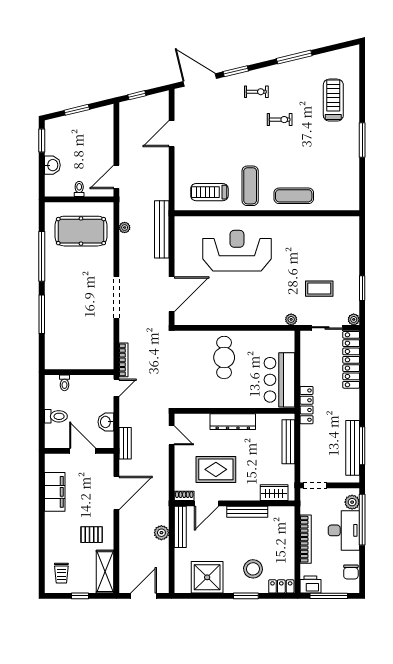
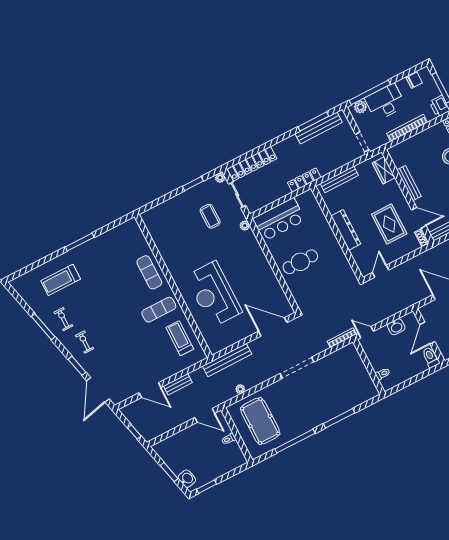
exercise bike: (280, 120) -> (63, 319), moved
washbasin: (52, 165) -> (187, 479), moved, turned 76
treadmill: (209, 192) -> (180, 338), turned 180
bar counter: (279, 380) -> (279, 219), moved
toilet: (56, 416) -> (431, 357), moved
bench: (125, 443) -> (178, 384), moved

